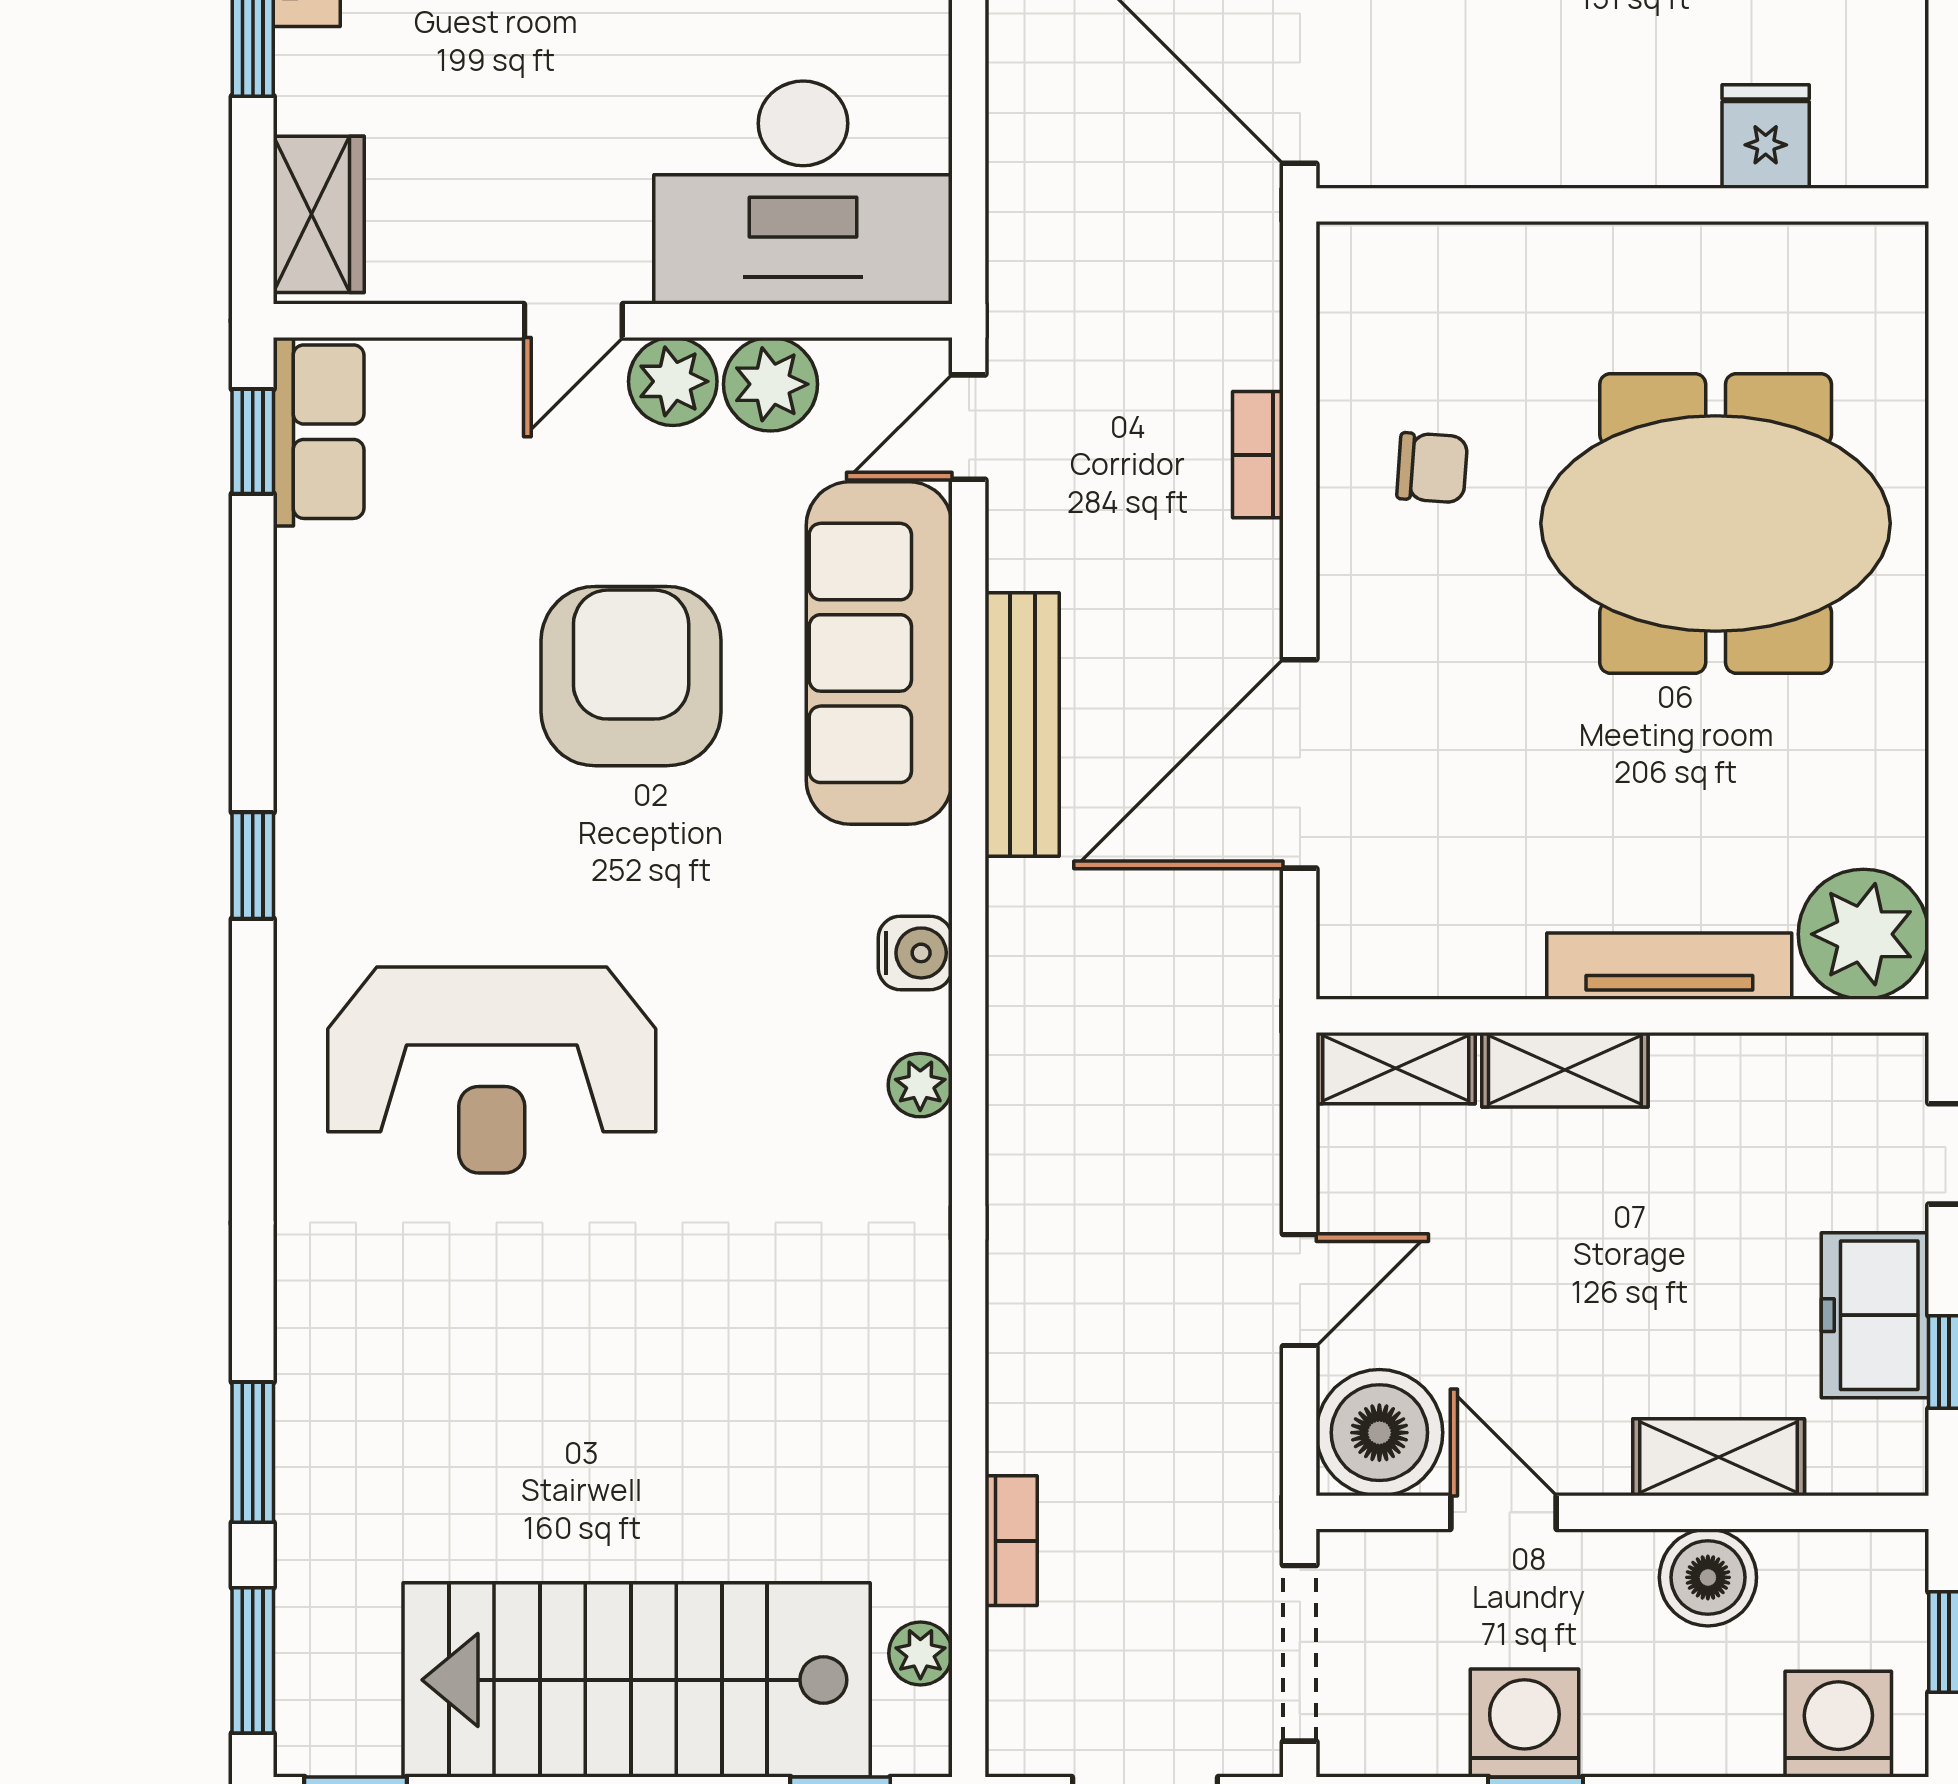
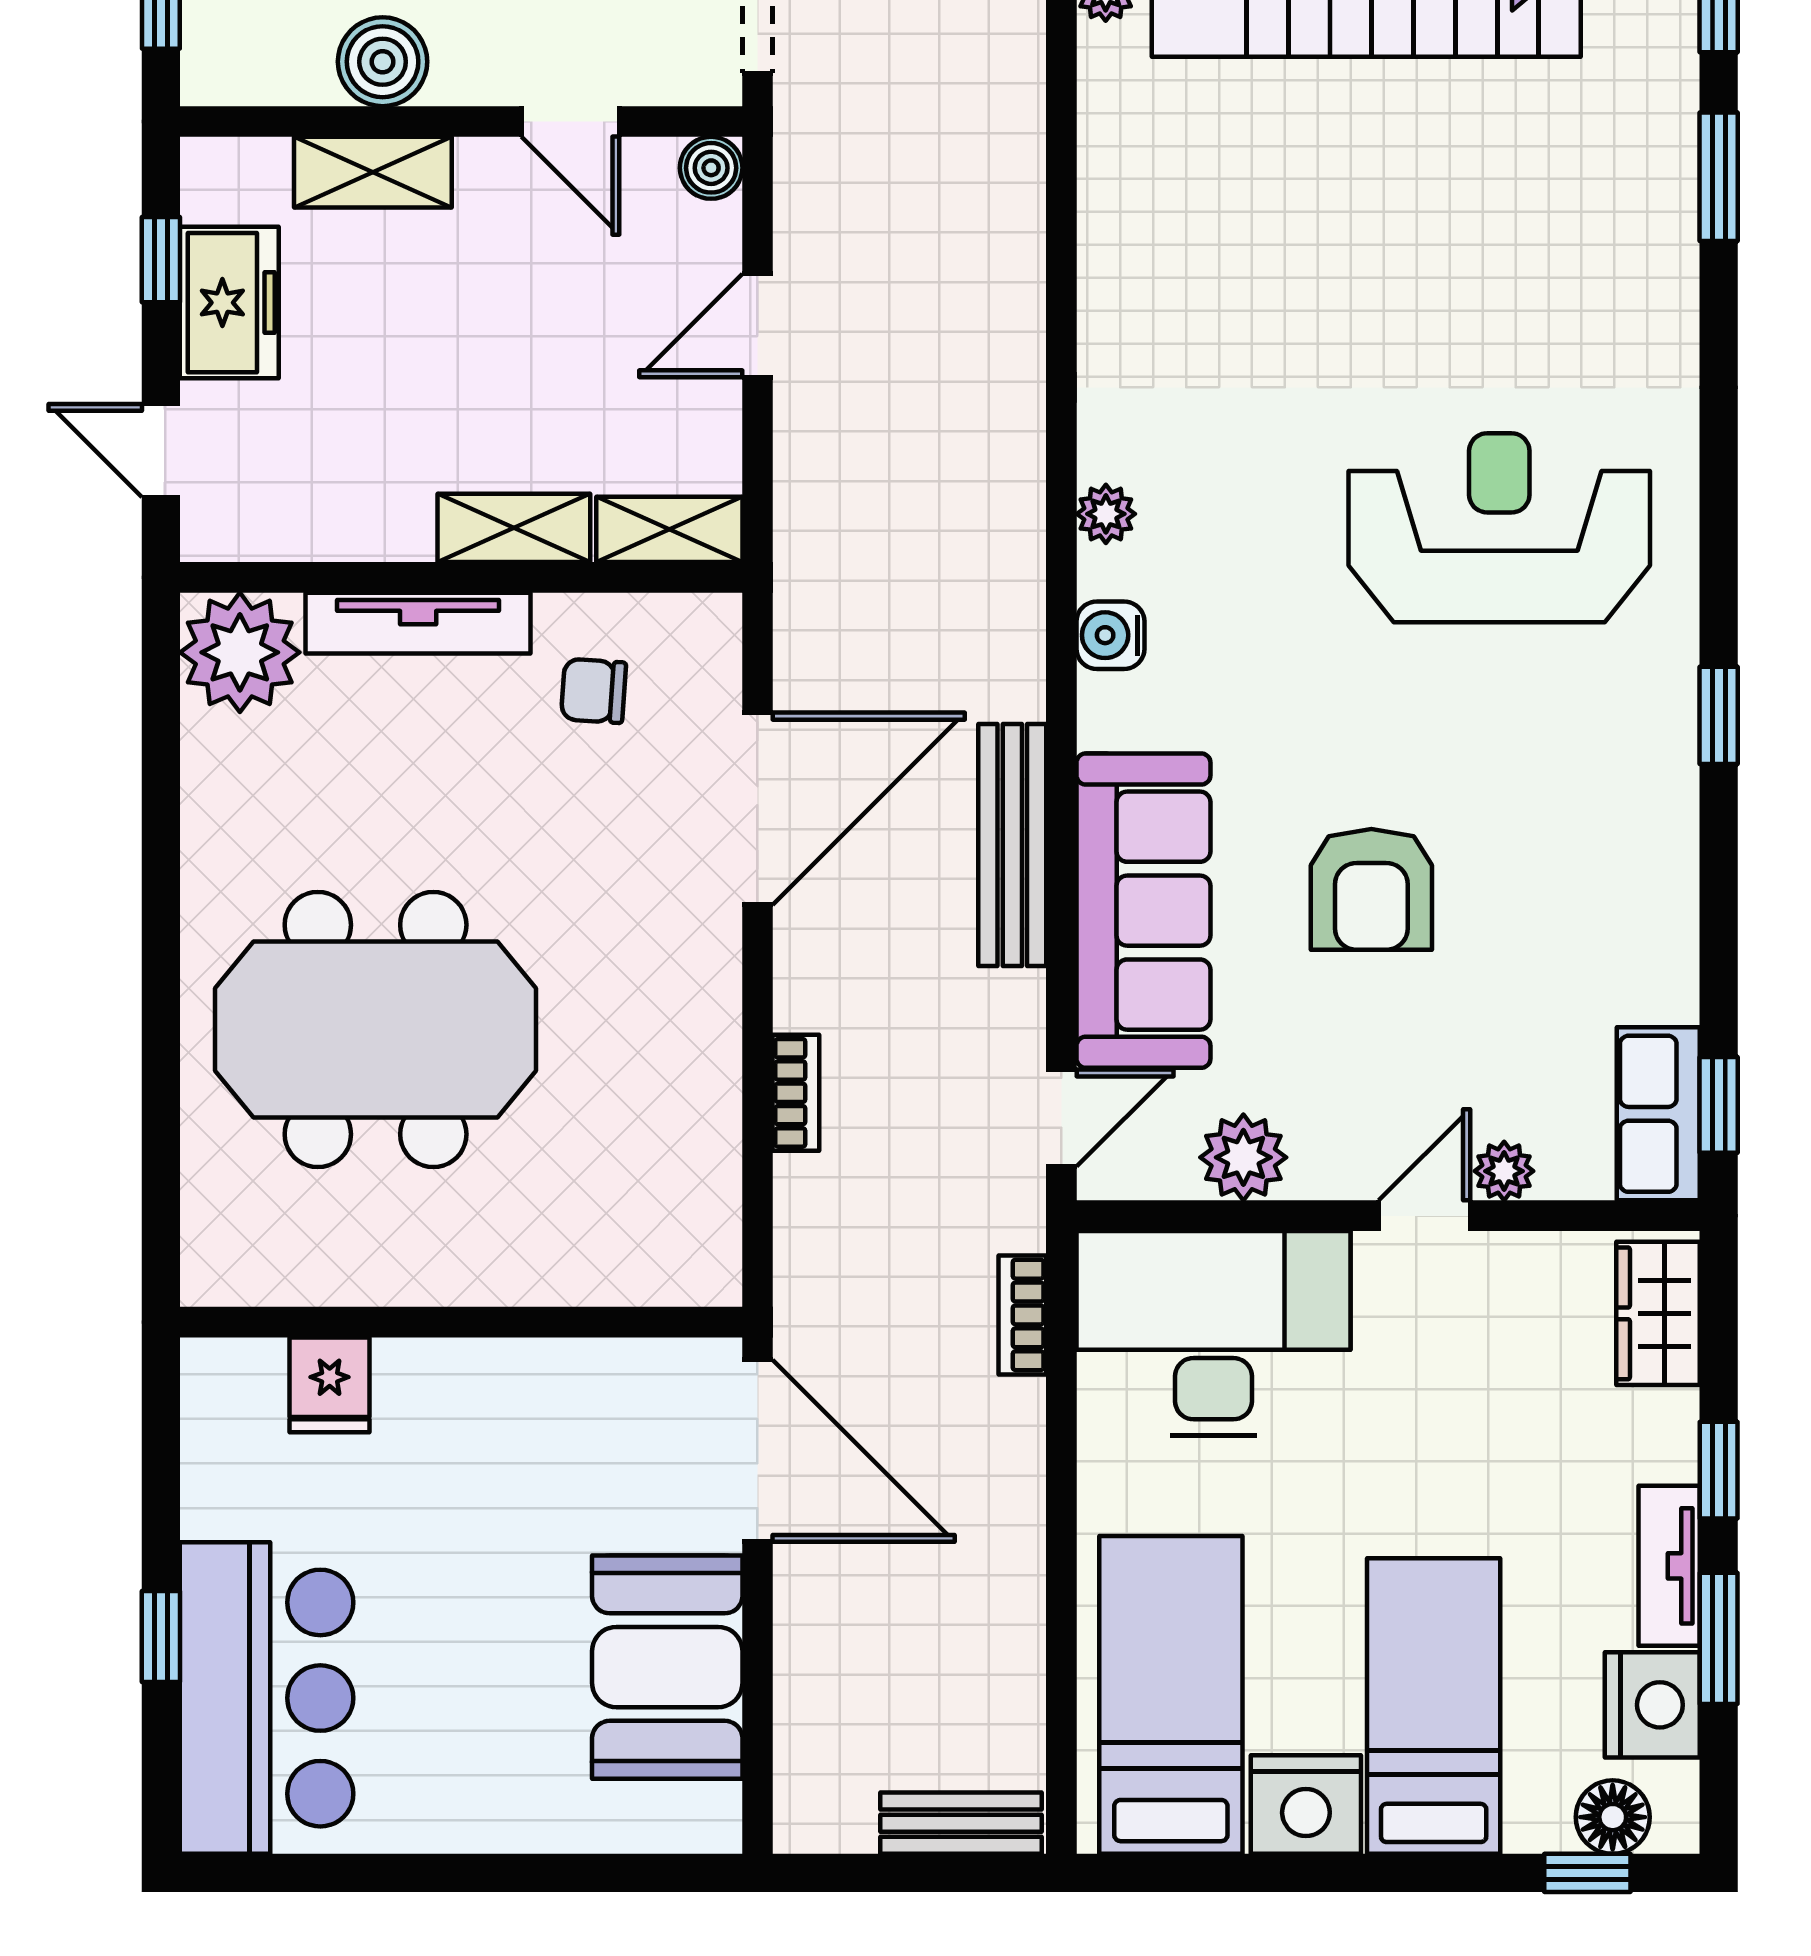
plant: (673, 381) -> (1504, 1171), moved, width x0.73, depth x0.73
chair: (1432, 468) -> (594, 691), moved
armchair: (631, 676) -> (1371, 889), width x0.73, depth x0.73
boiler: (1379, 1433) -> (711, 168), width x0.54, depth x0.54
bookcase: (1011, 1541) -> (1022, 1315), moved

